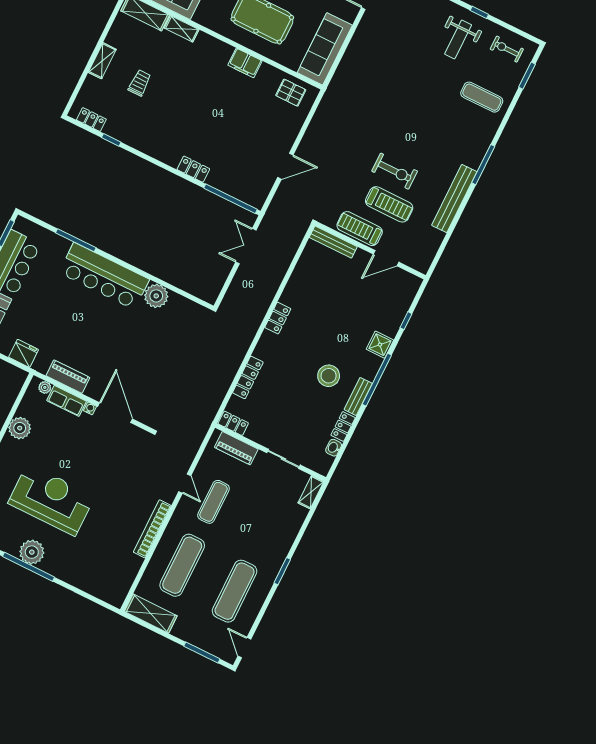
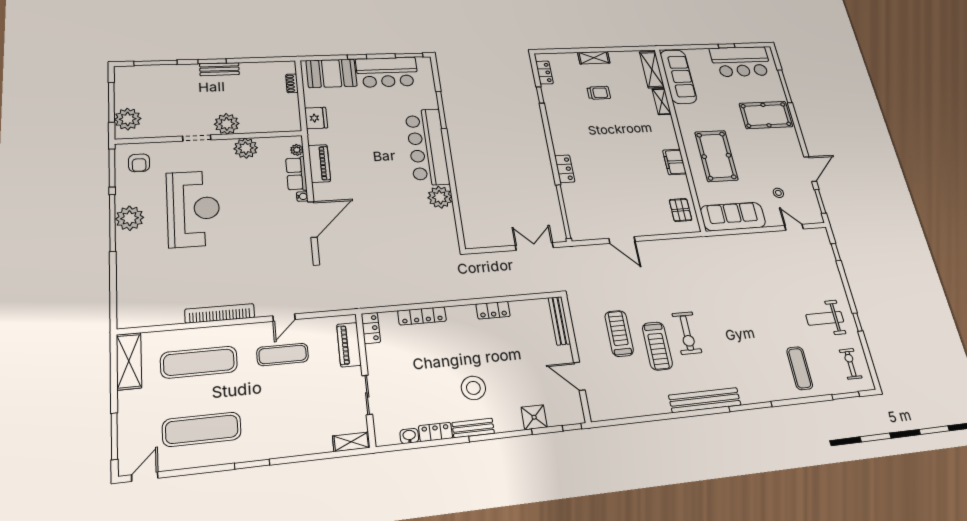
bench: (333, 242) -> (559, 321), moved
wall: (370, 250) -> (576, 358), moved
door: (386, 258) -> (579, 376), moved

